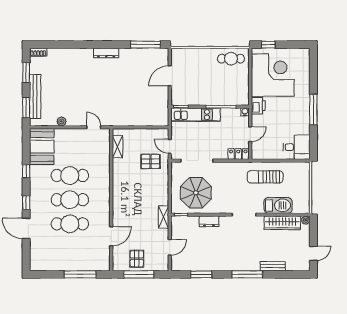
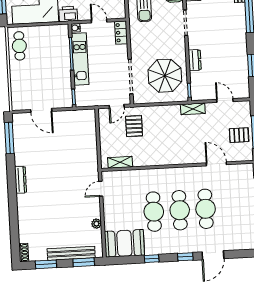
kitchen unit: (196, 115) -> (80, 59), moved

